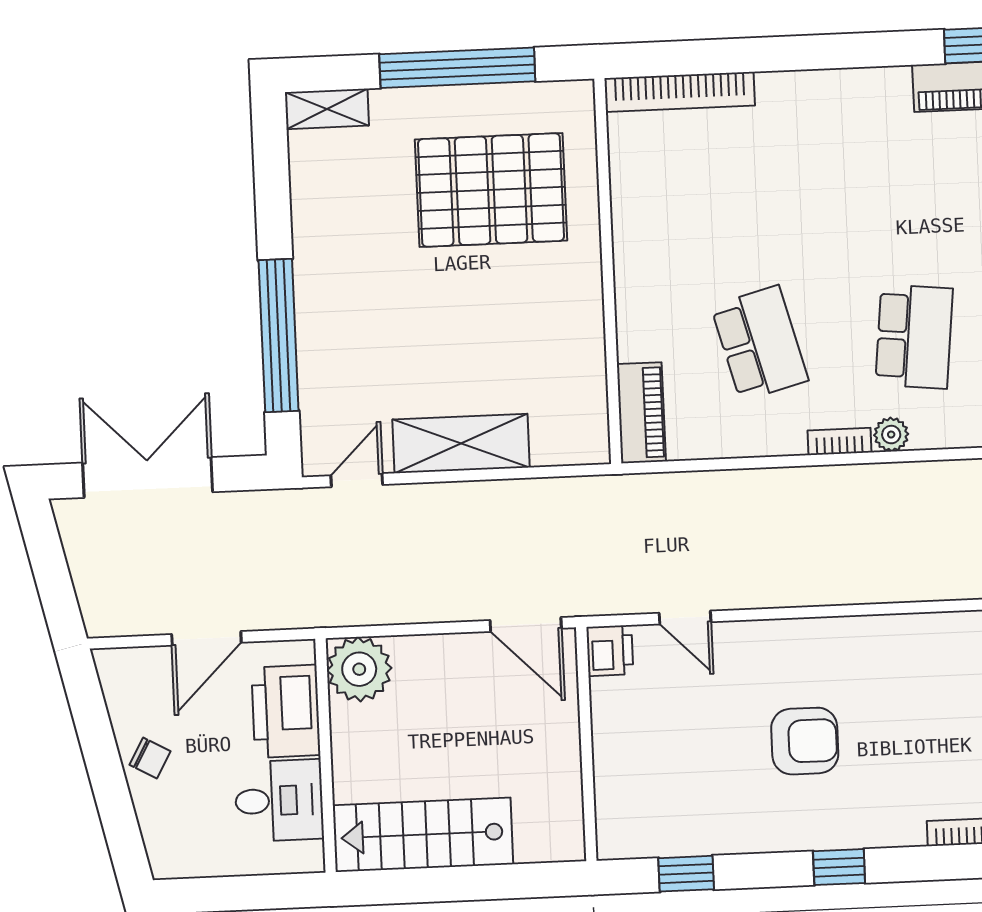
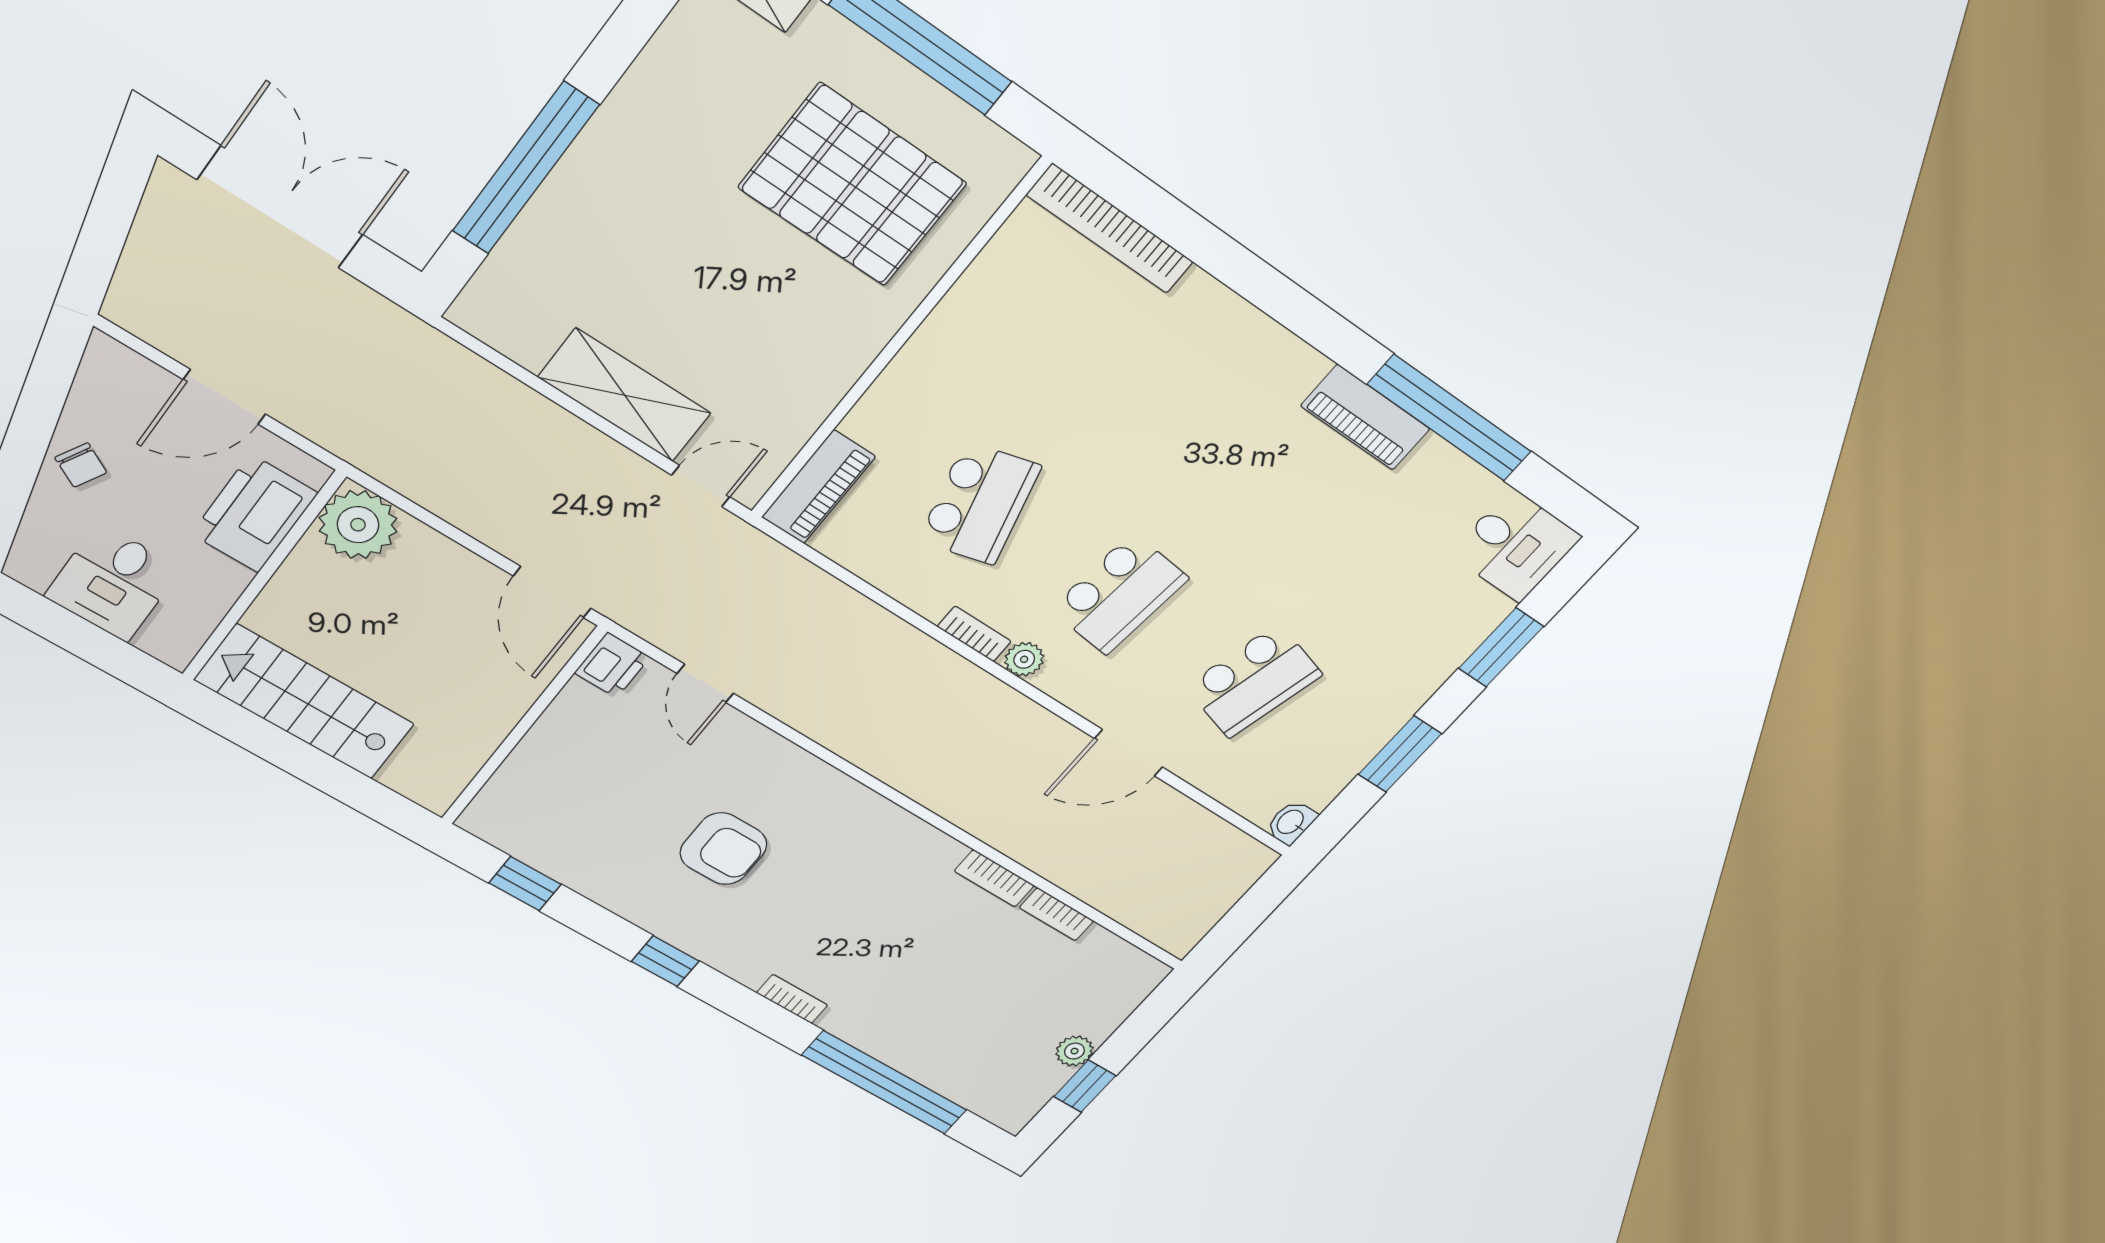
door: (357, 480) -> (701, 486), moved
desk: (279, 801) -> (113, 582), moved, turned 90

